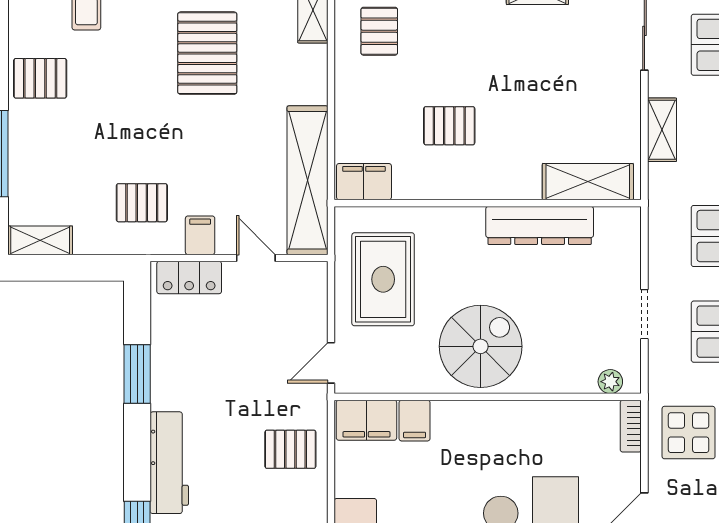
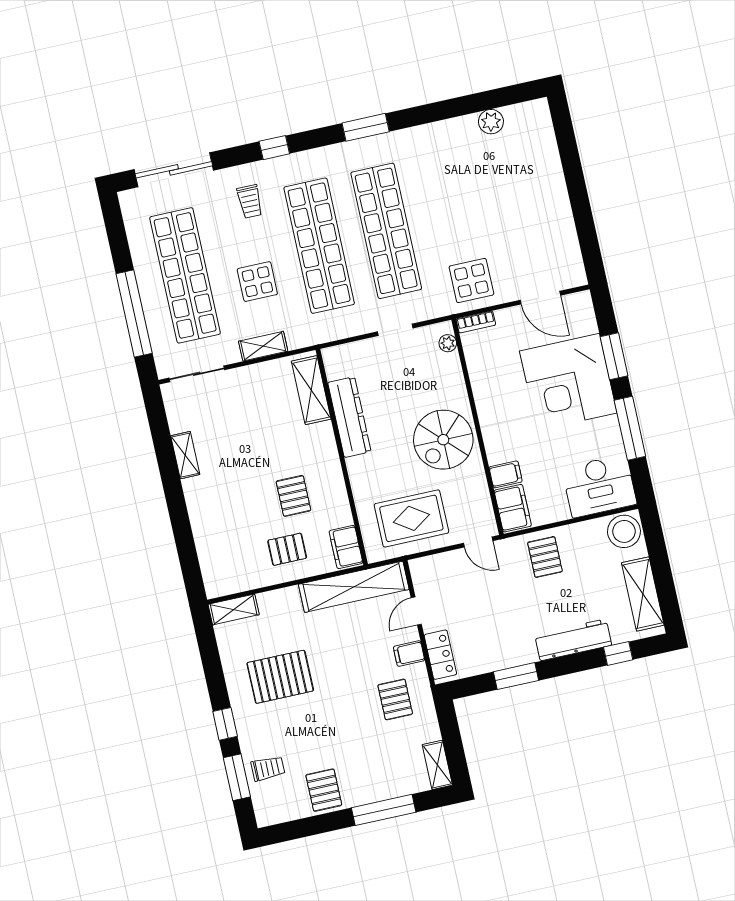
pallet: (379, 31) -> (287, 549), moved
spiral stairs: (481, 346) -> (443, 440), turned -90

